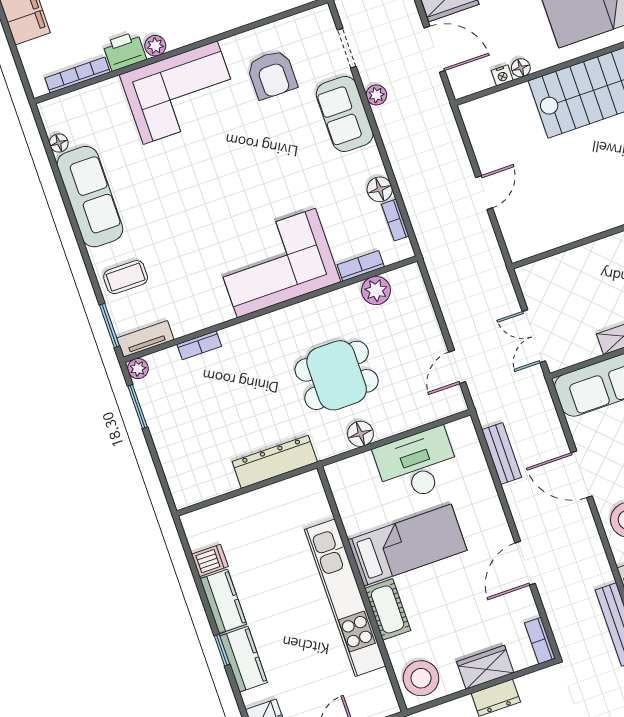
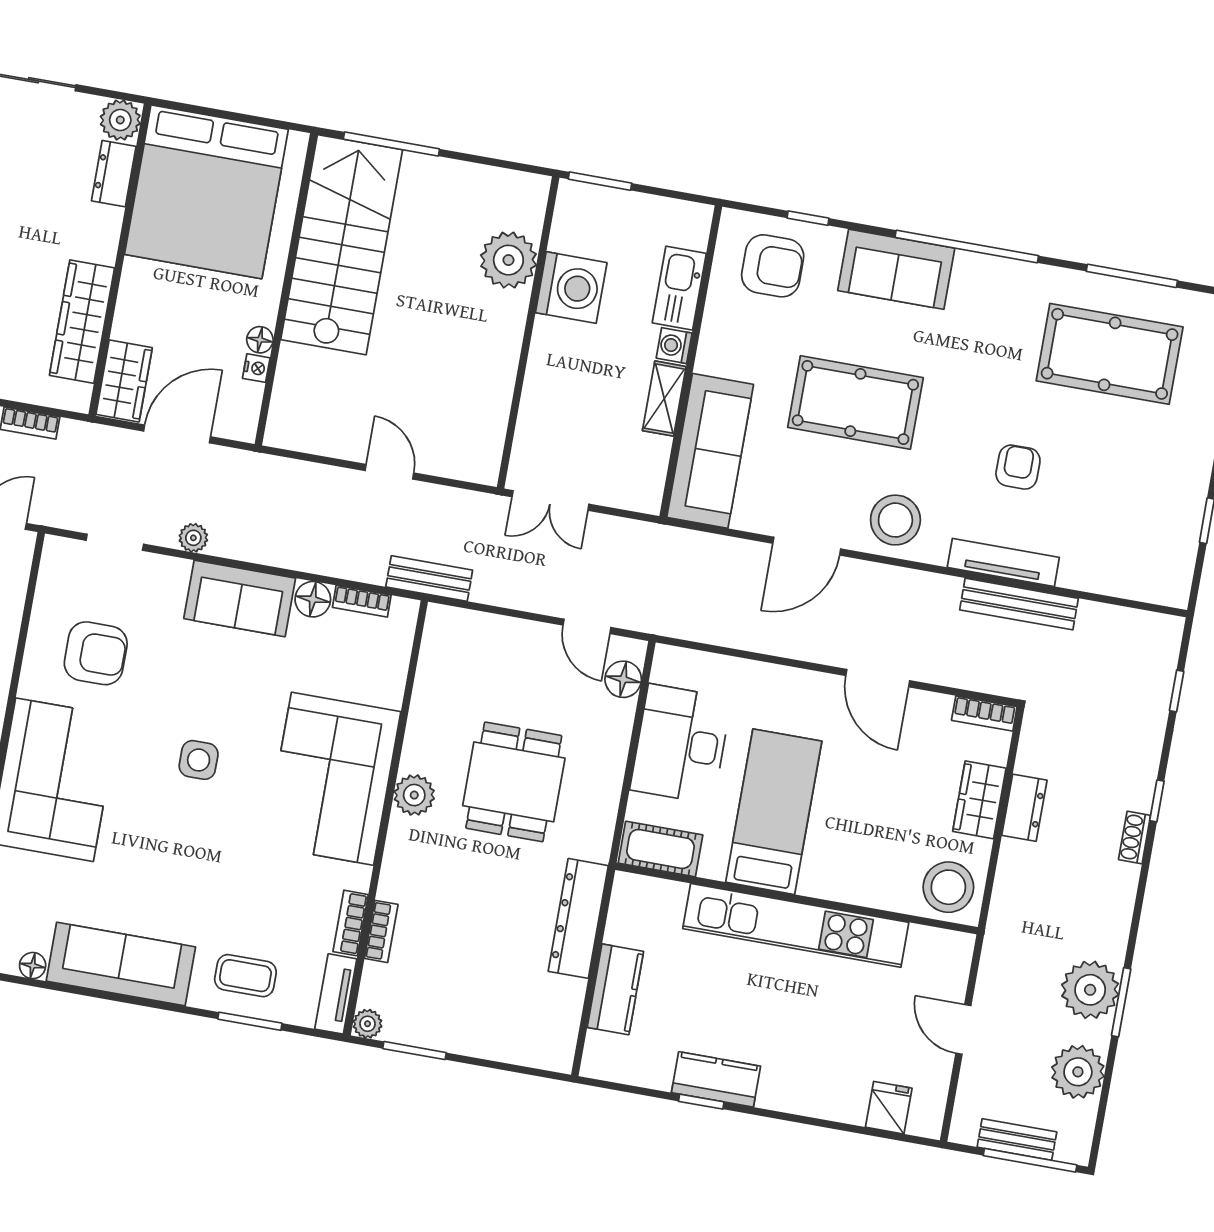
sofa: (345, 114) -> (240, 598), moved
side table: (242, 174) -> (199, 760), added
bookcase: (361, 266) -> (351, 923), moved
coffee table: (126, 277) -> (245, 976), turned 90
plant: (376, 290) -> (414, 795), moved
window: (109, 326) -> (250, 1021), moved
double door: (534, 336) -> (551, 500), moved
floor lamp: (360, 434) -> (623, 679), moved
bench: (502, 454) -> (429, 578), moved
dishwasher: (210, 560) -> (656, 1068), removed
cot: (388, 609) -> (660, 849), moved
window: (222, 650) -> (701, 1102), moved
kitchen counter: (244, 659) -> (615, 989), moved, turned 90

